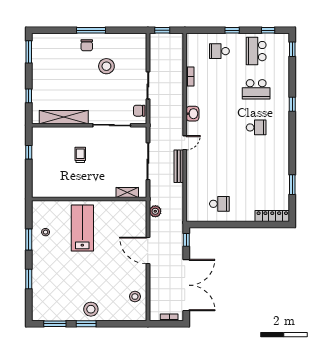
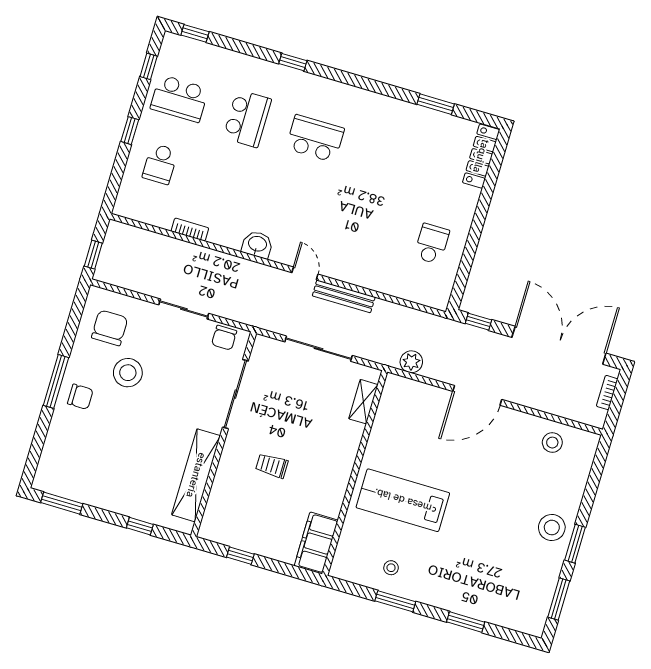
chair: (127, 50) -> (110, 328), added
school desk: (256, 127) -> (315, 138), width x1.85
filing cabinet: (47, 190) -> (316, 543), added

